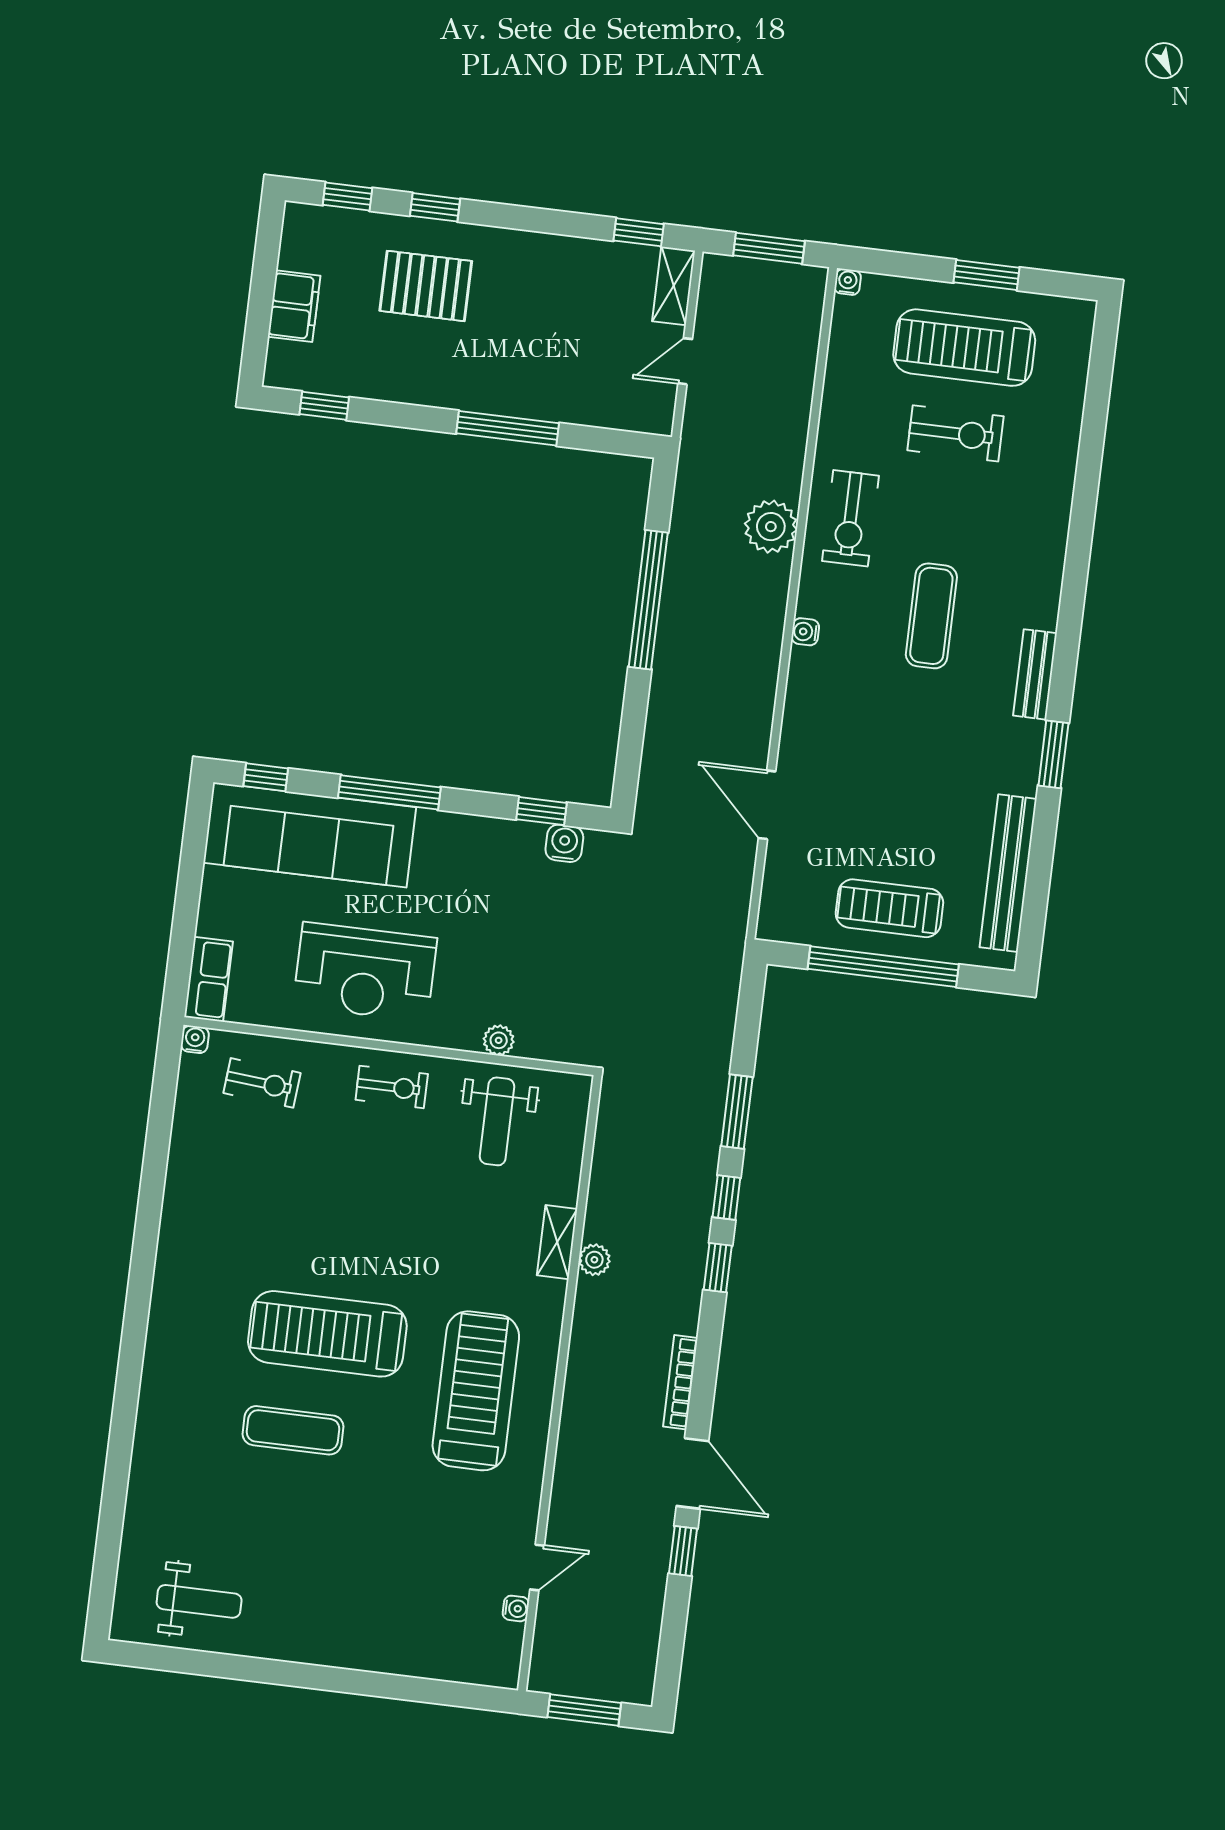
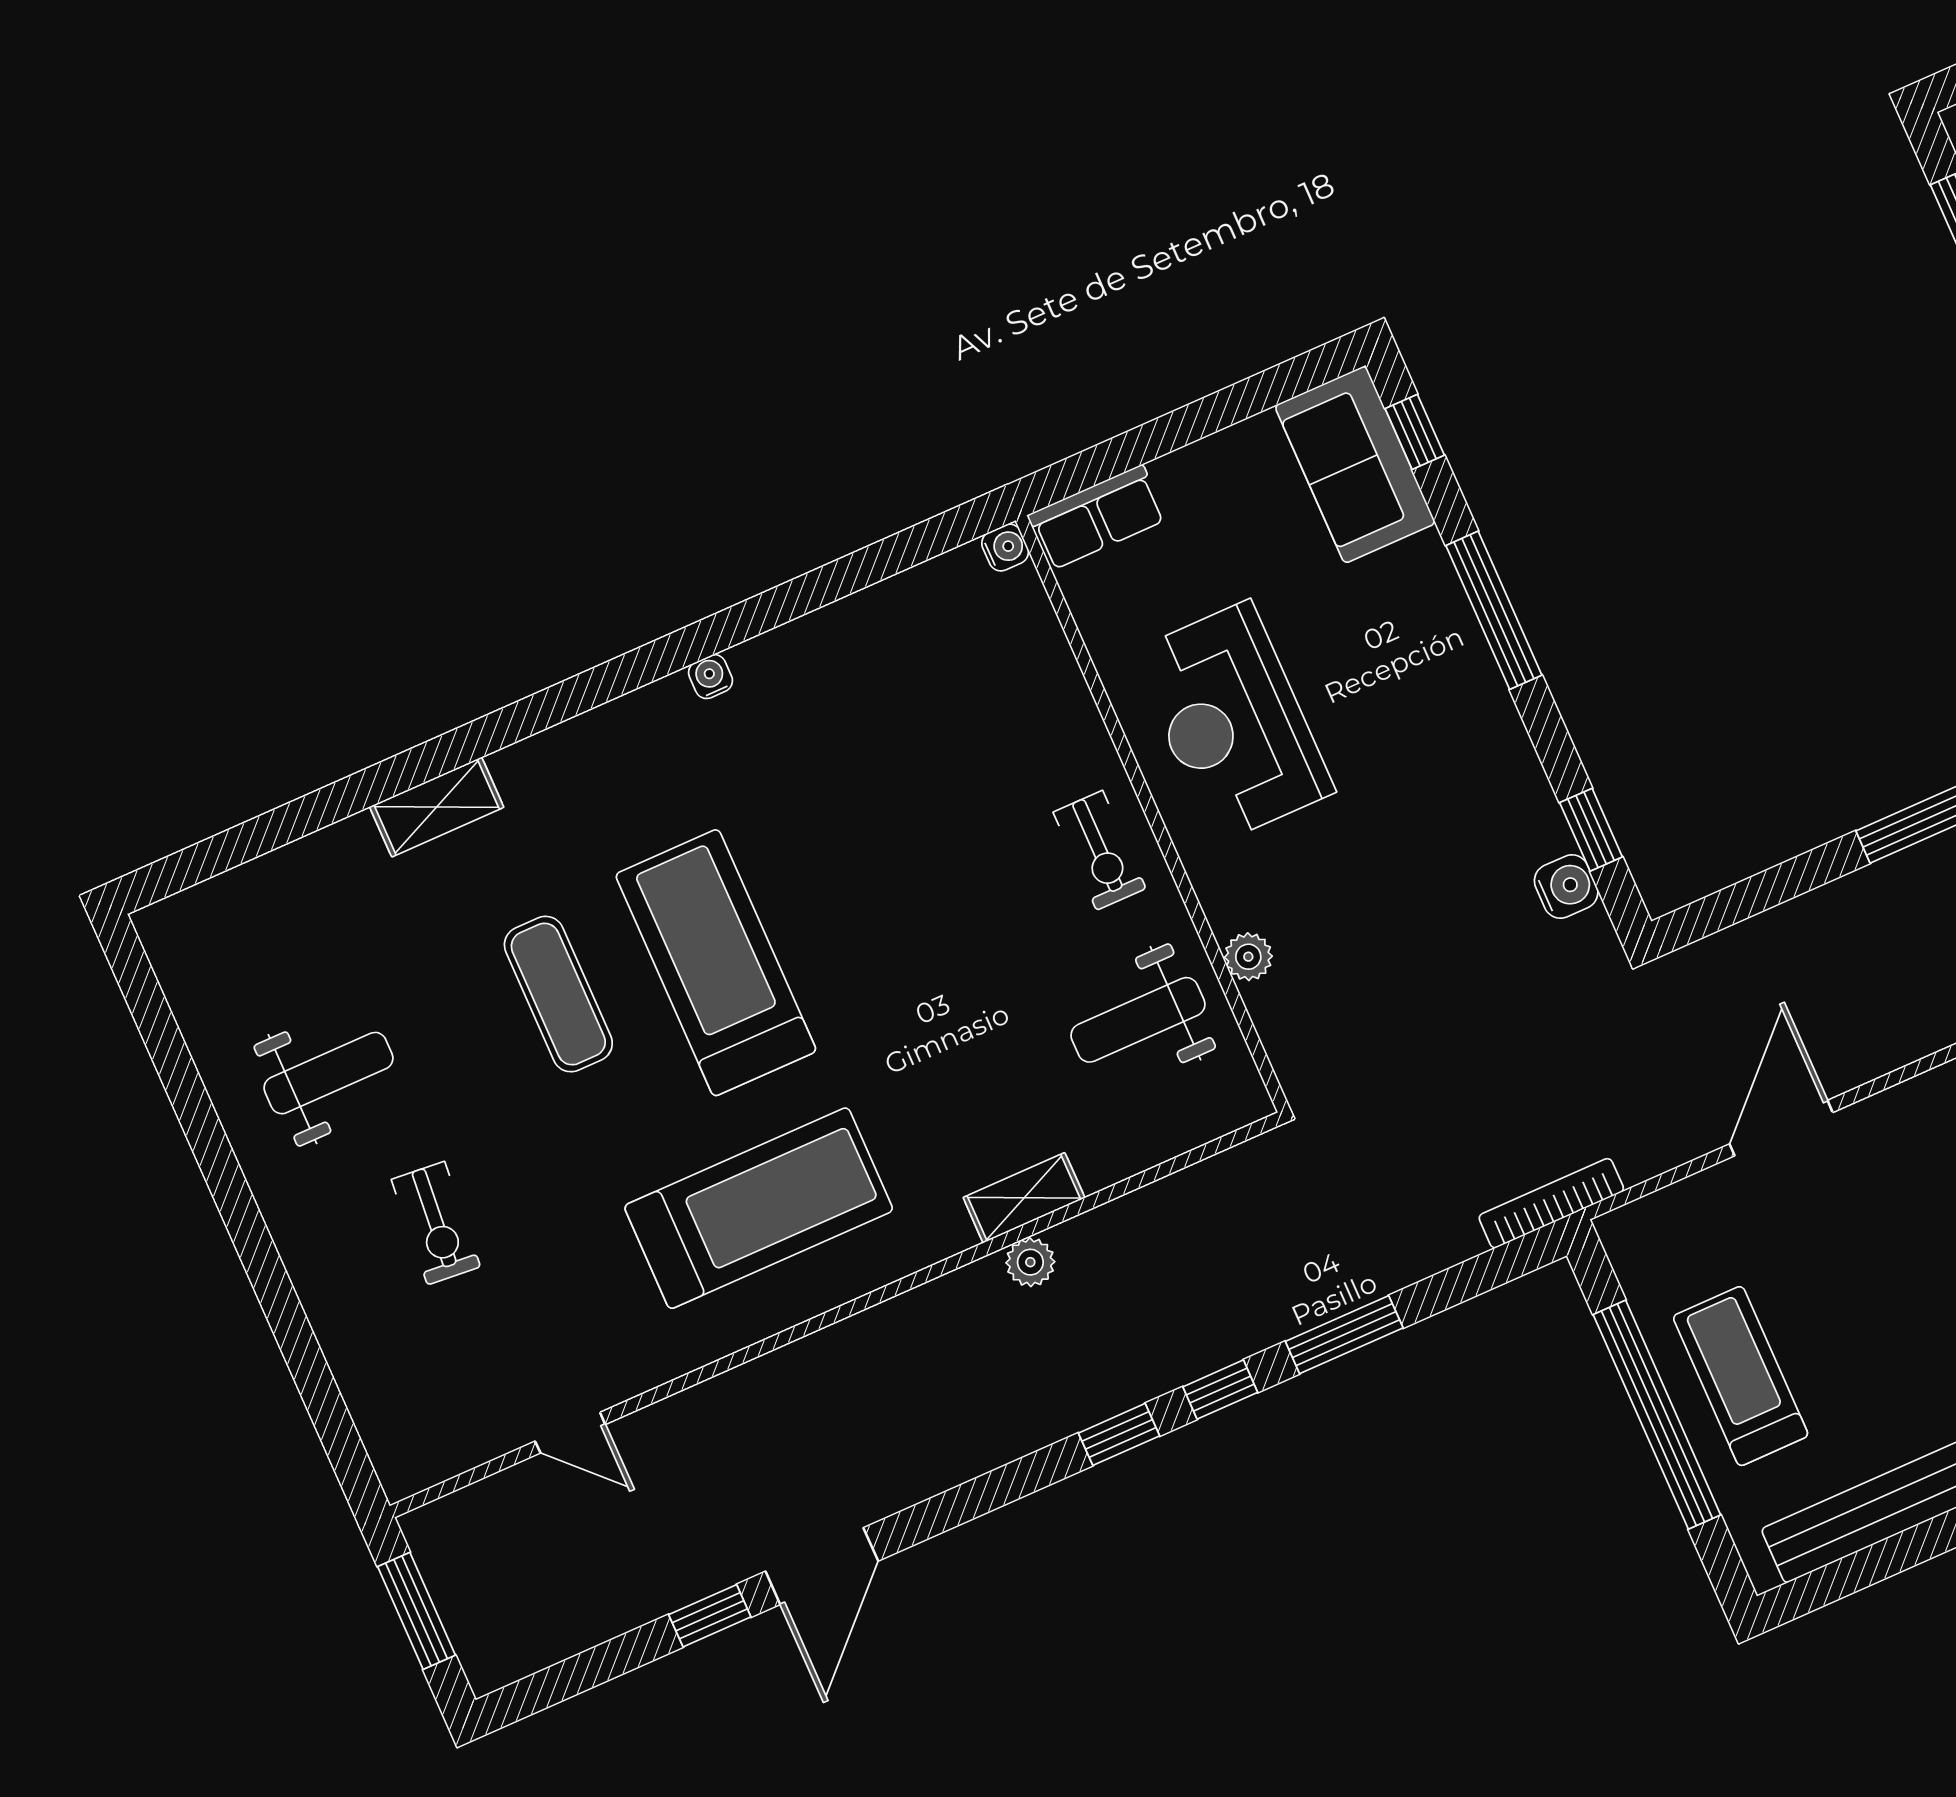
sofa: (310, 835) -> (1355, 465), width x0.54, depth x0.79
exercise bike: (262, 1083) -> (436, 1223), moved
bookcase: (680, 1382) -> (1551, 1203), moved
shelving: (151, 1436) -> (437, 807), added
weight bench: (199, 1601) -> (329, 1073), moved, turned -90
water cooler: (516, 1608) -> (711, 677), moved, turned 180

